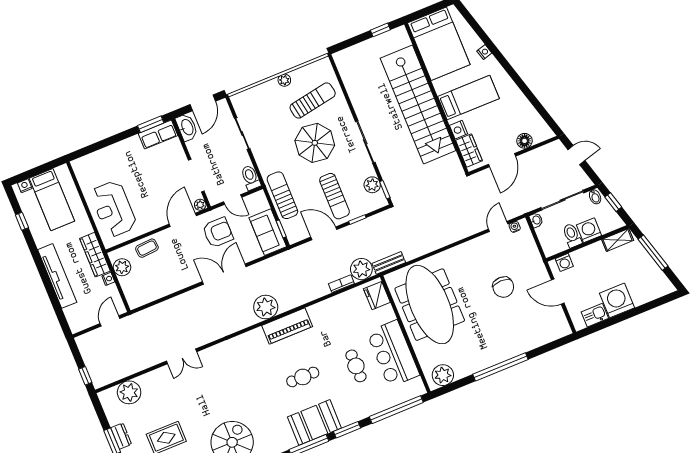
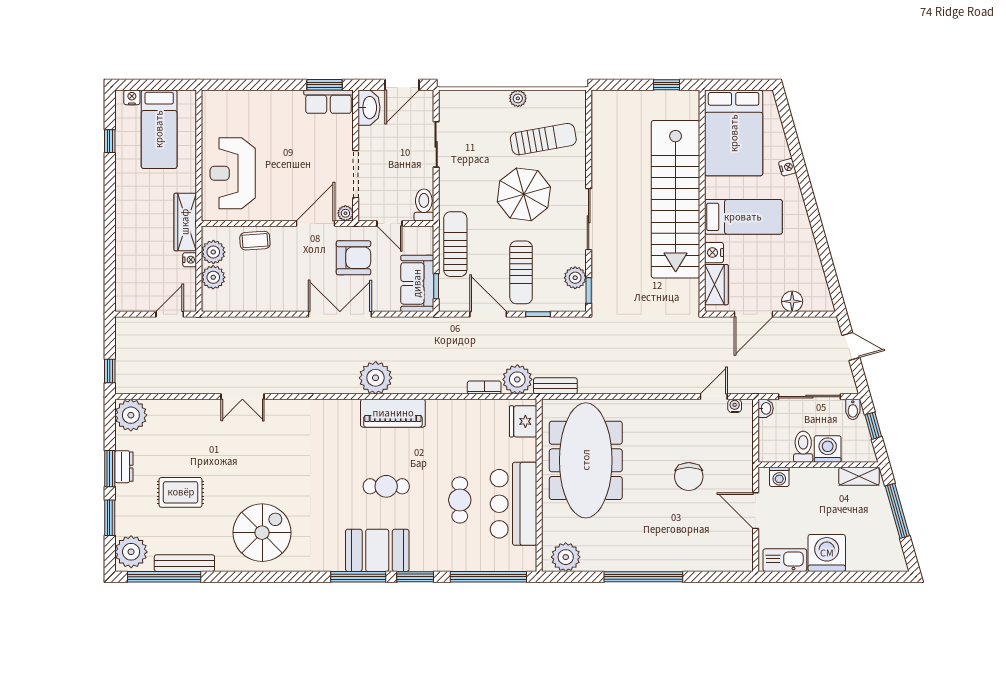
tv unit: (57, 276) -> (126, 229), removed
plant: (129, 284) -> (213, 277), added
kitchen sink: (595, 315) -> (785, 560), width x1.38
plant: (129, 392) -> (131, 415), moved

